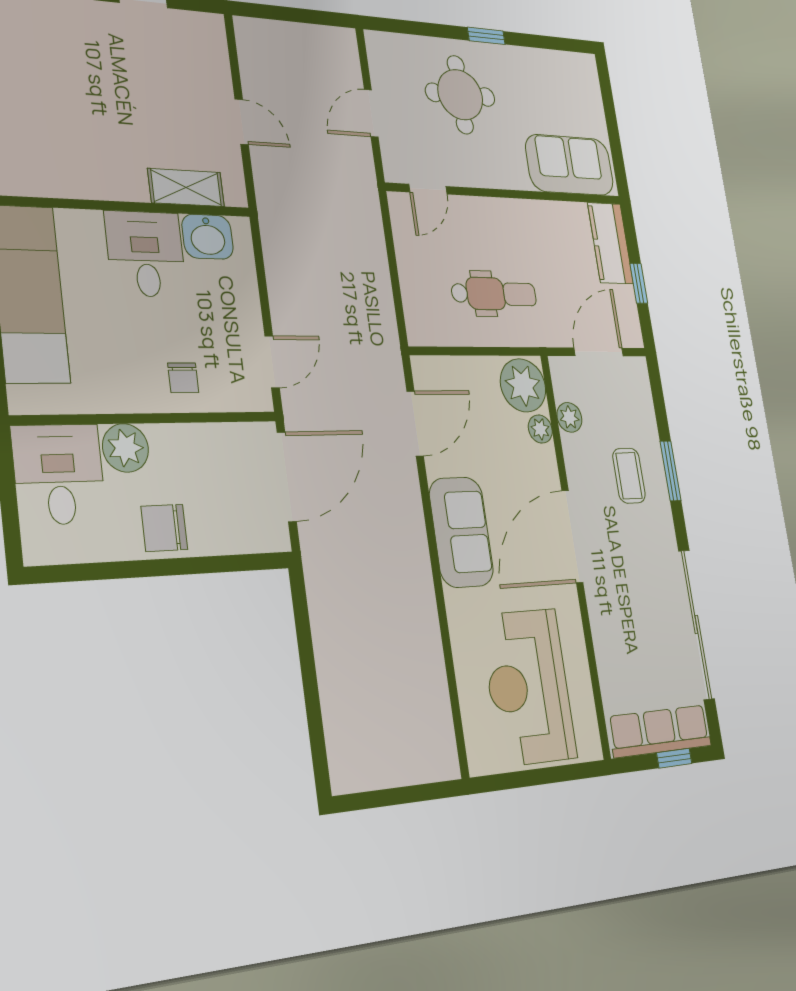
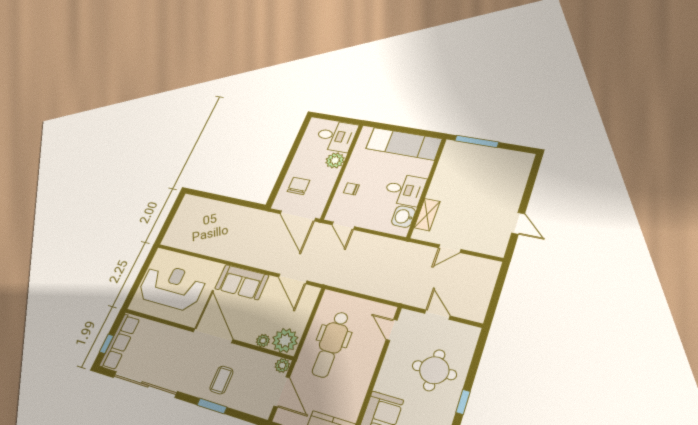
dental chair: (494, 294) -> (331, 344), width x1.36, depth x1.38
plant: (569, 417) -> (282, 365), moved
coffee table: (629, 476) -> (221, 380), turned 90
chair: (164, 528) -> (299, 186), moved

